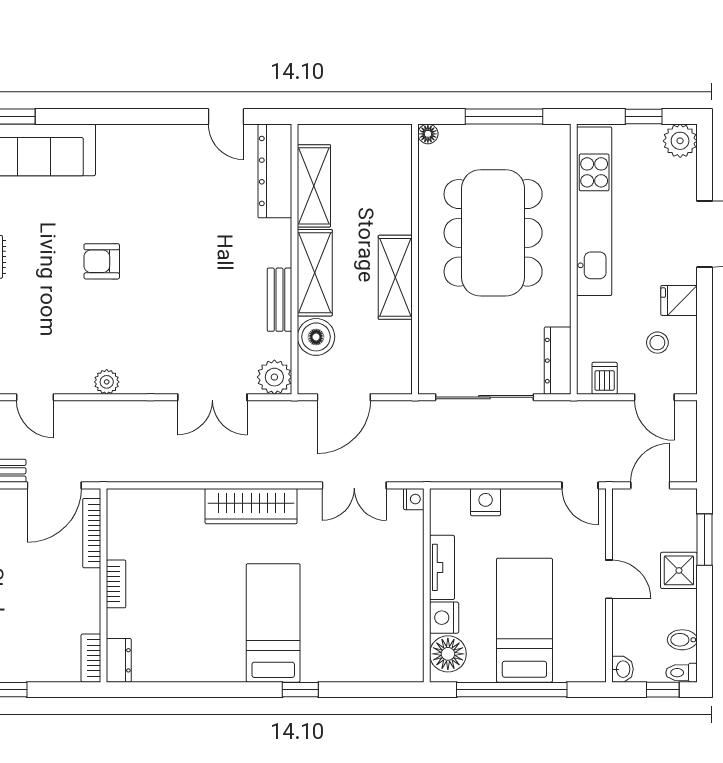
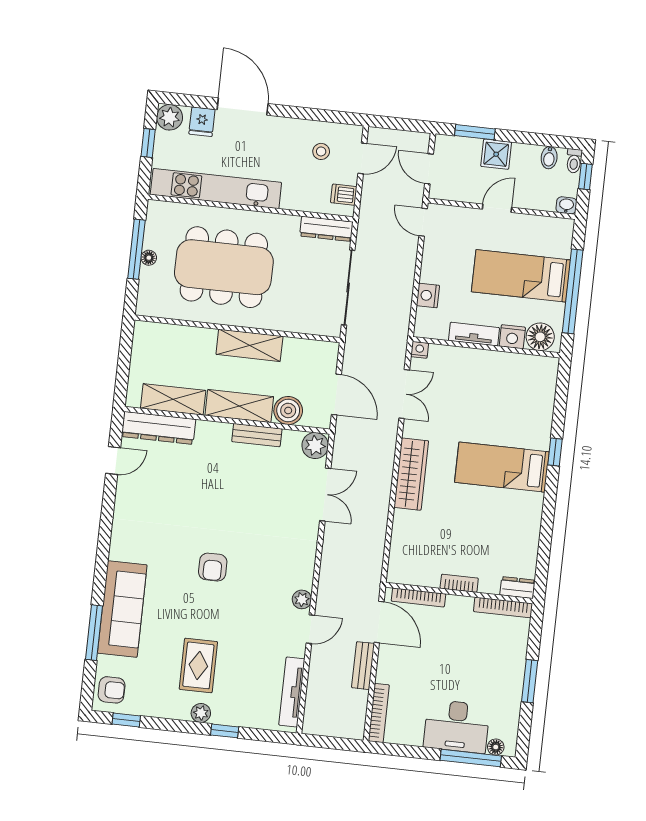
floor lamp: (428, 134) -> (149, 258), moved
fridge: (679, 300) -> (202, 122), moved
plant: (107, 382) -> (302, 599), moved
door: (580, 485) -> (423, 222), swing flipped
bookcase: (91, 658) -> (503, 607), width x1.56

